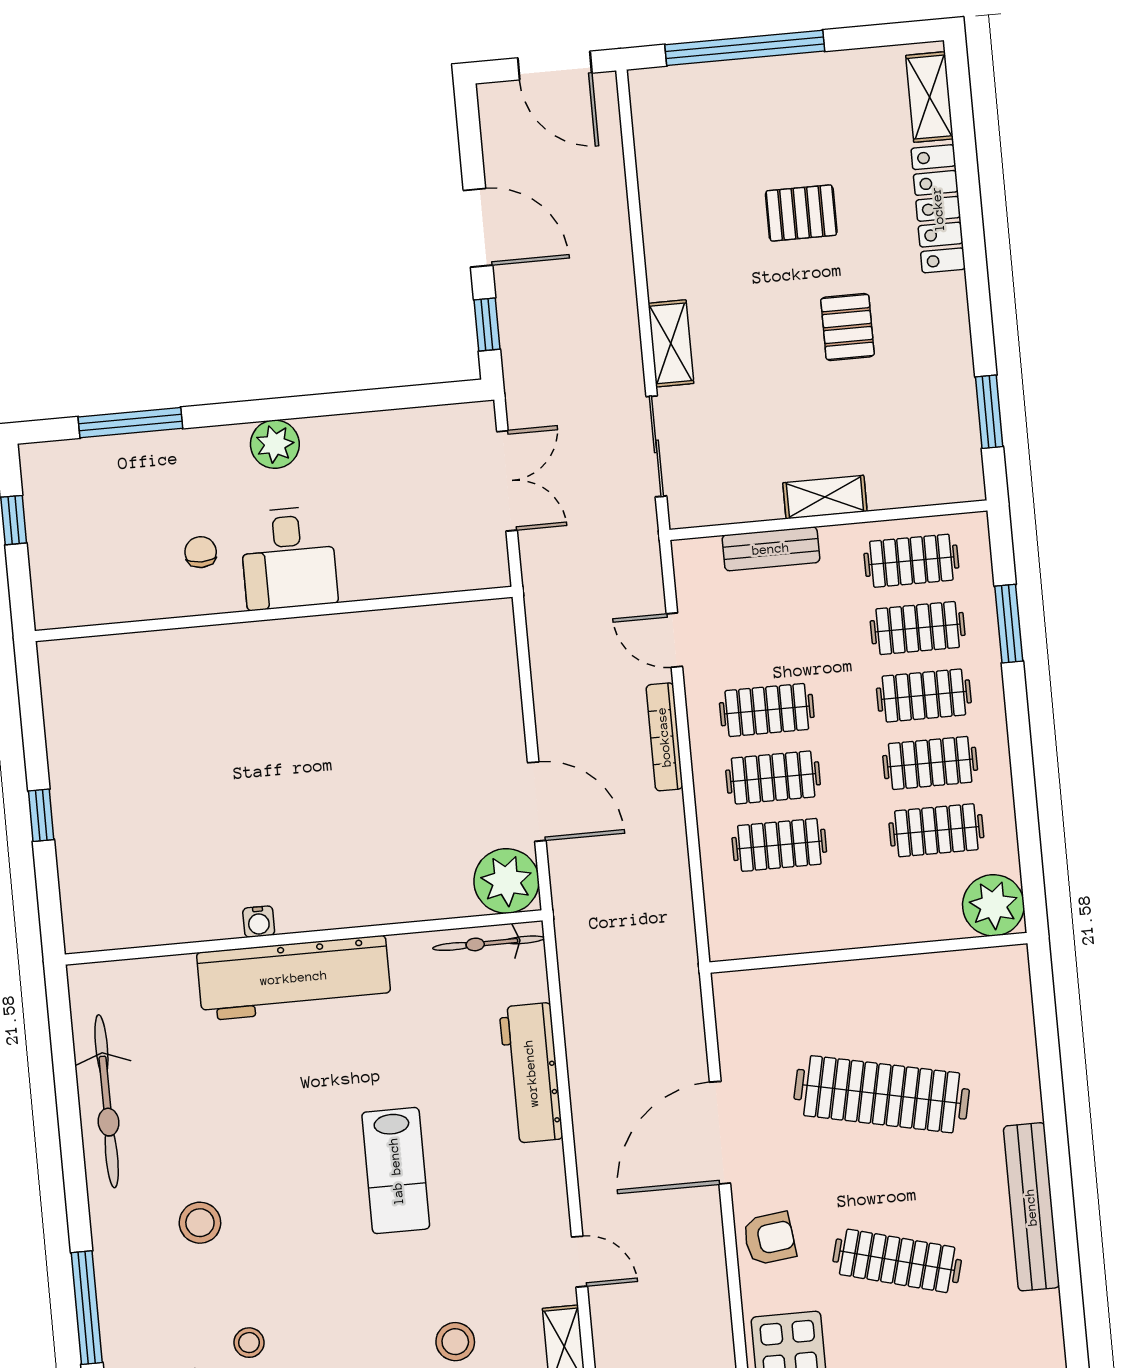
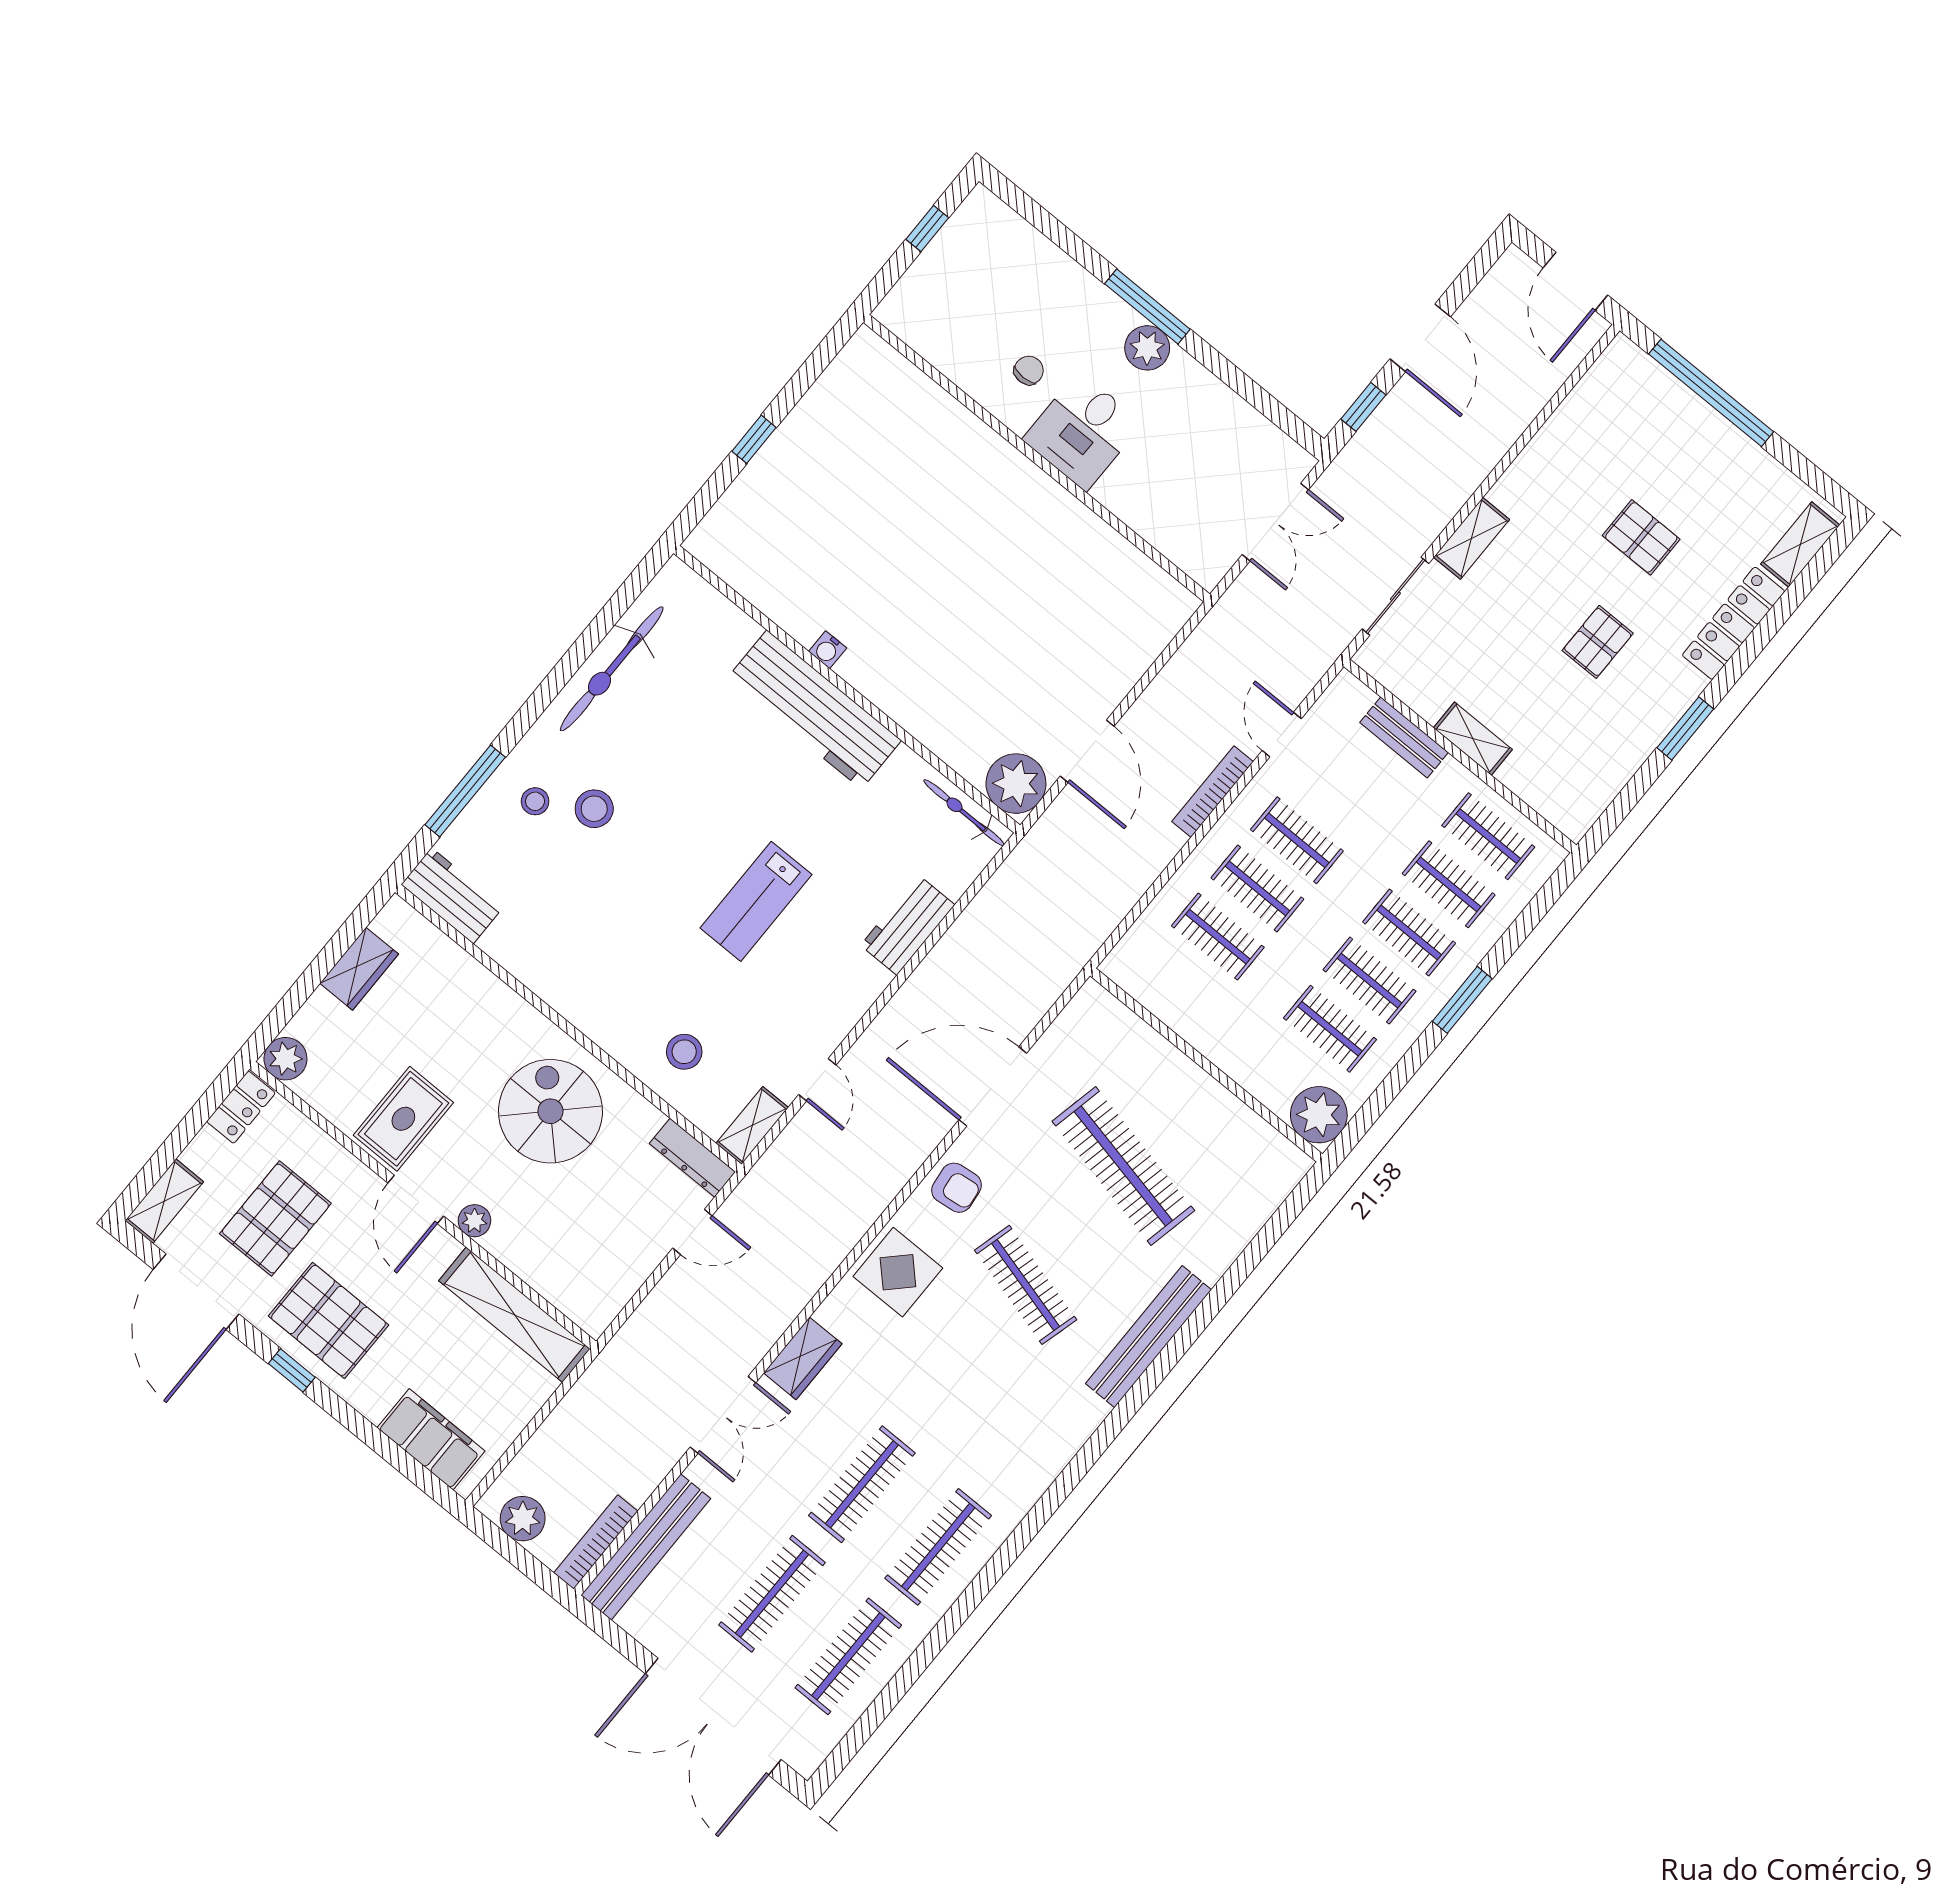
window: (989, 412) -> (1685, 728), moved
window: (130, 423) -> (1147, 307), moved
window: (1009, 624) -> (1462, 1000), moved
workbench: (531, 1073) -> (908, 925), width x0.73
stool: (249, 1343) -> (535, 801), moved

